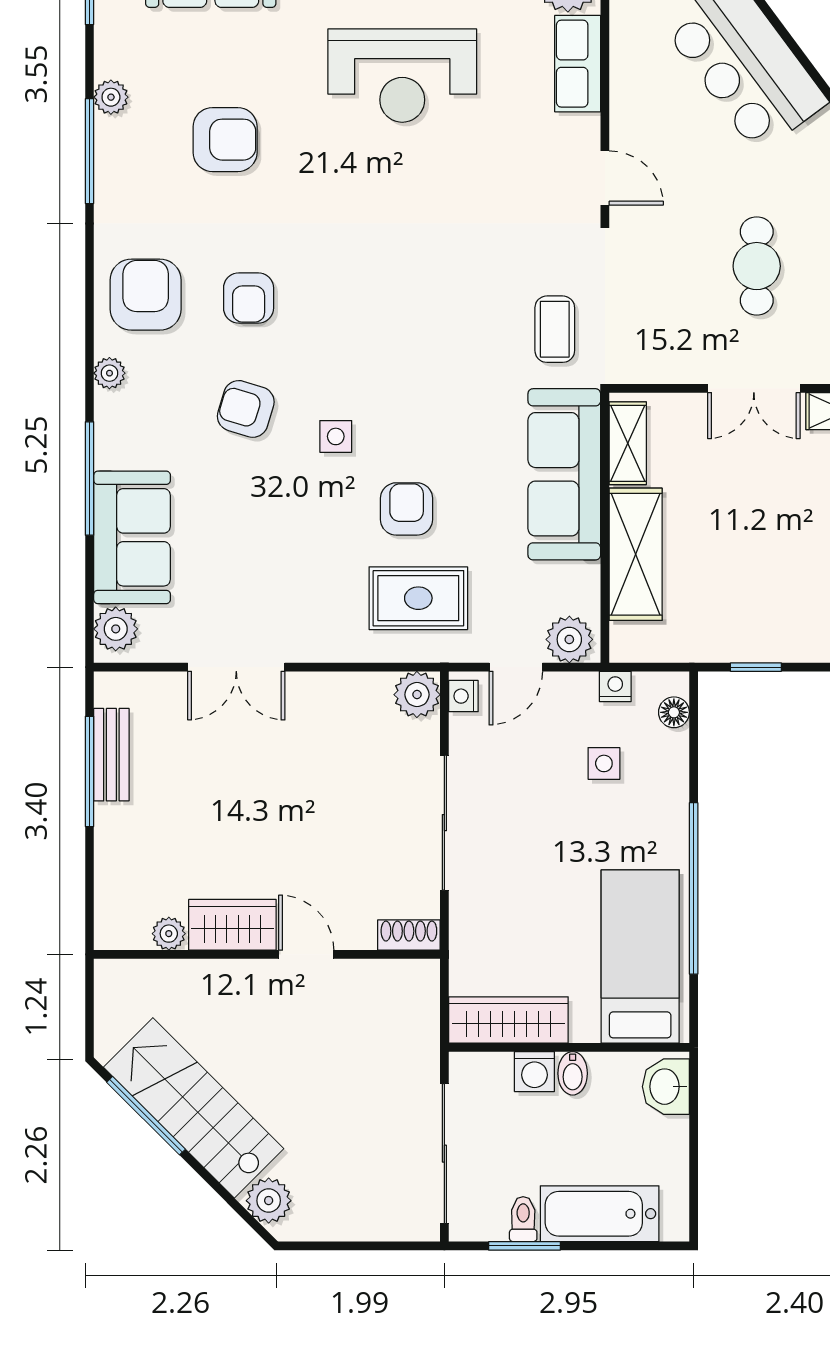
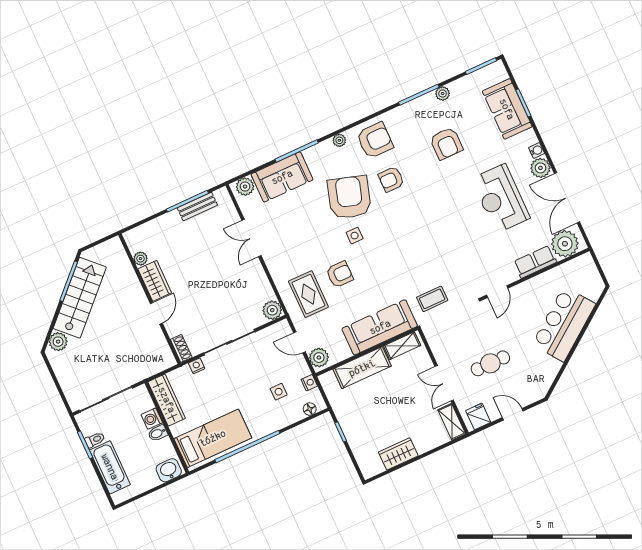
armchair: (246, 409) -> (349, 197), width x1.88, depth x1.88
nightstand: (463, 696) -> (197, 366), moved

